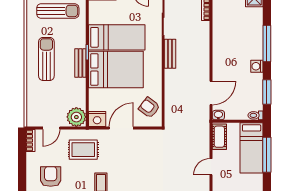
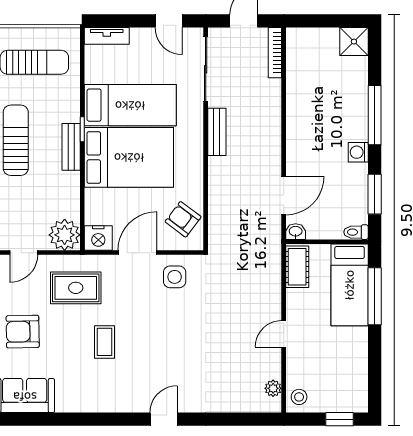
side table: (144, 143) -> (175, 277), added
door: (211, 167) -> (284, 334), moved
armchair: (51, 177) -> (23, 332), turned -91

